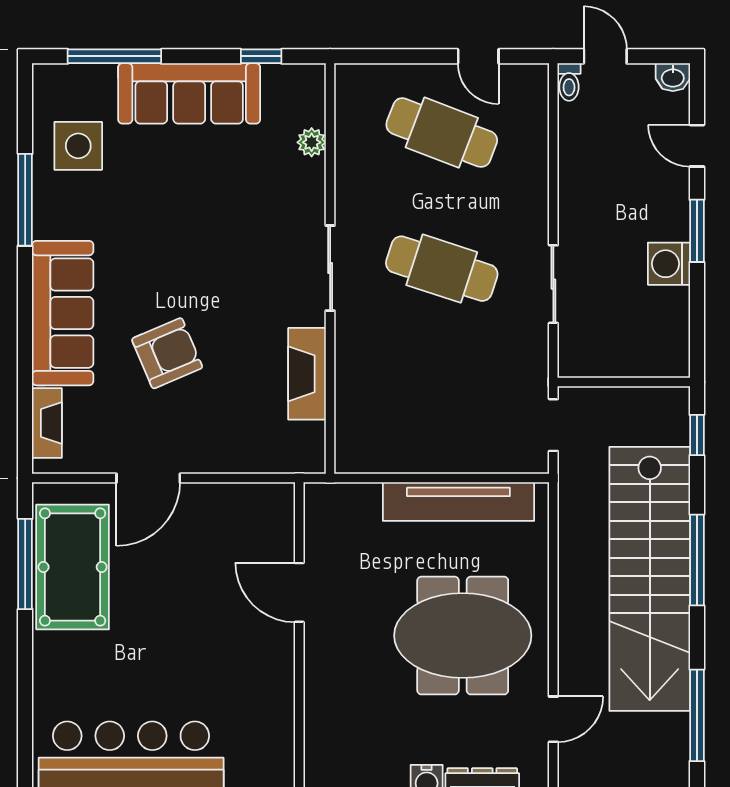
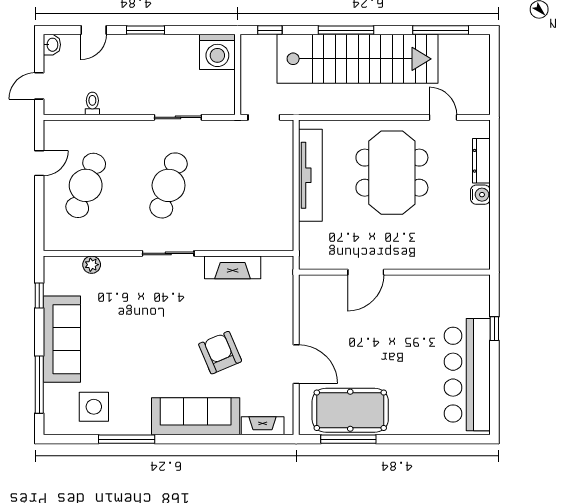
toilet: (569, 82) -> (92, 104), moved, turned -90
washing machine: (669, 264) -> (217, 52), moved, width x1.37, depth x1.37

